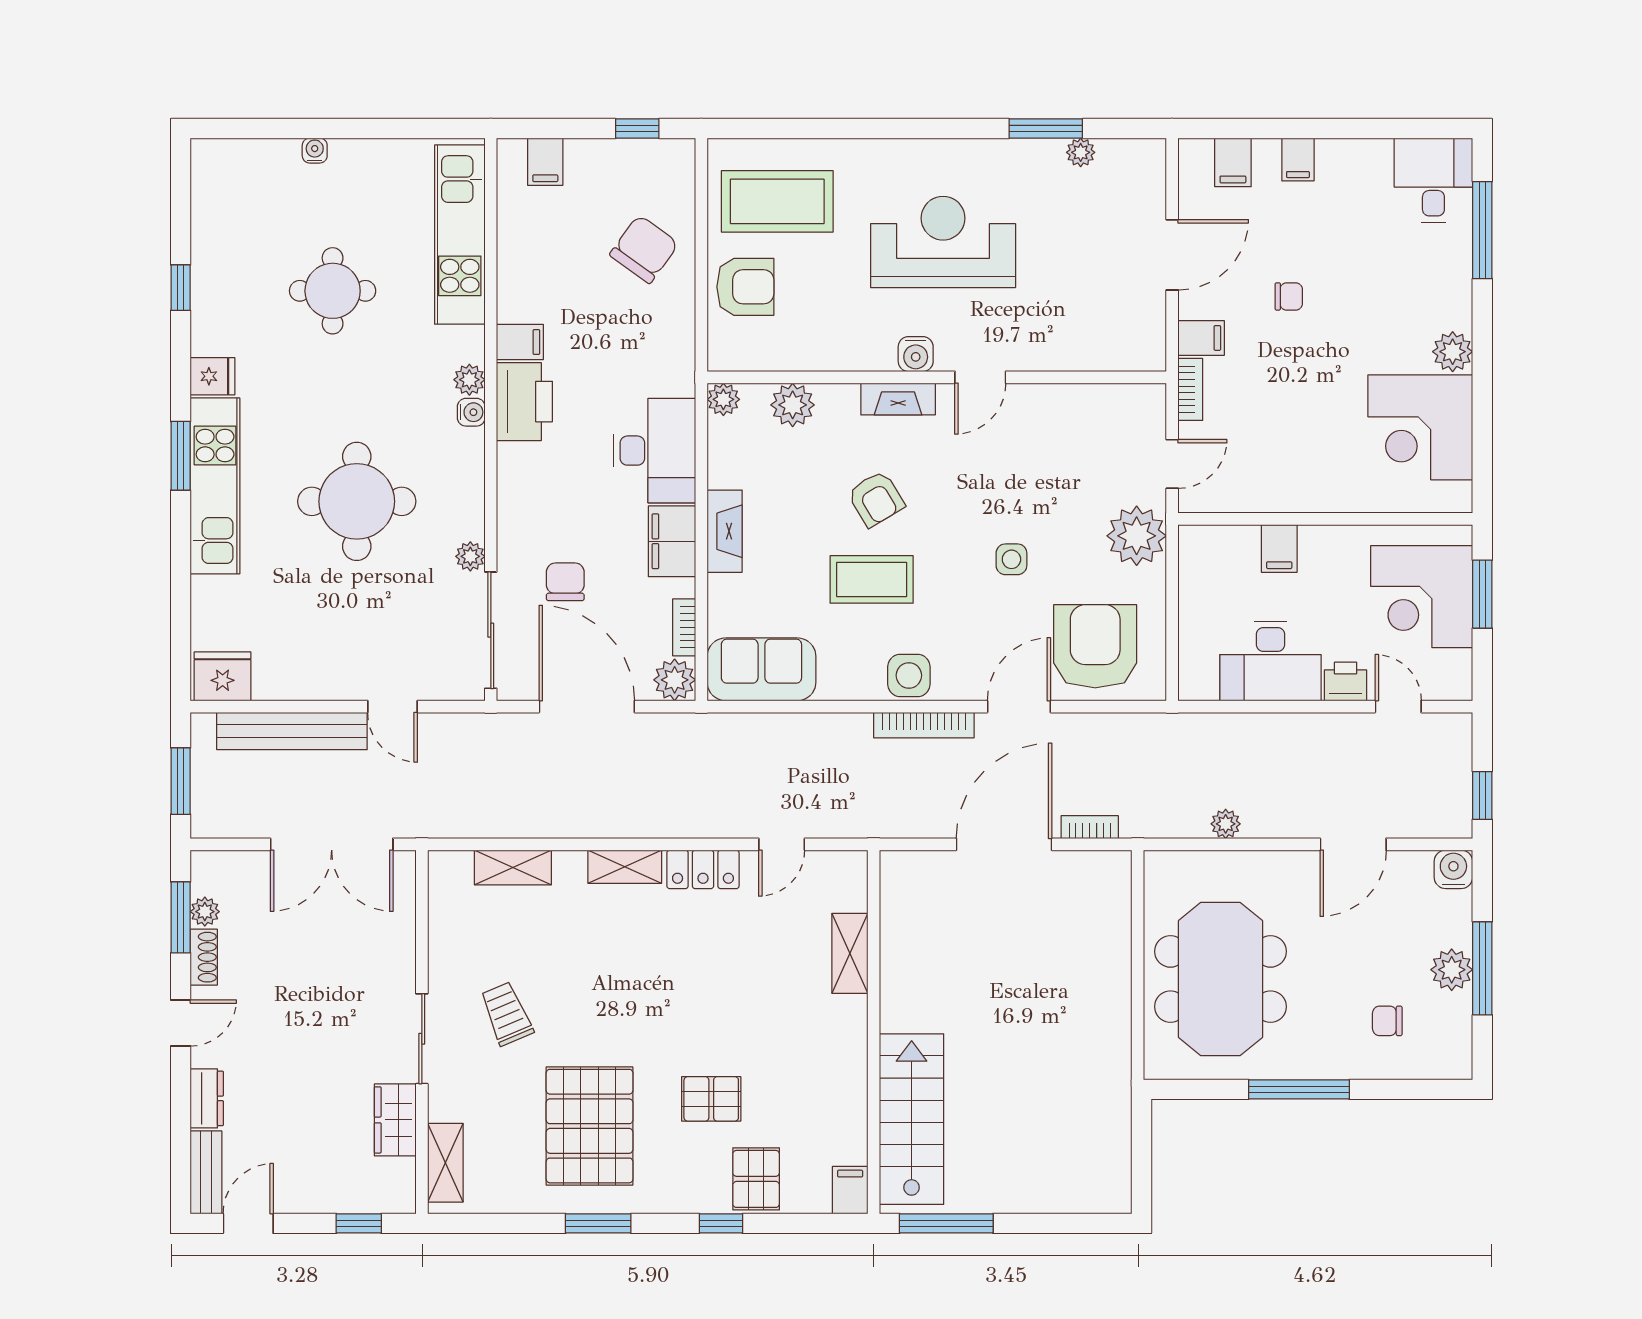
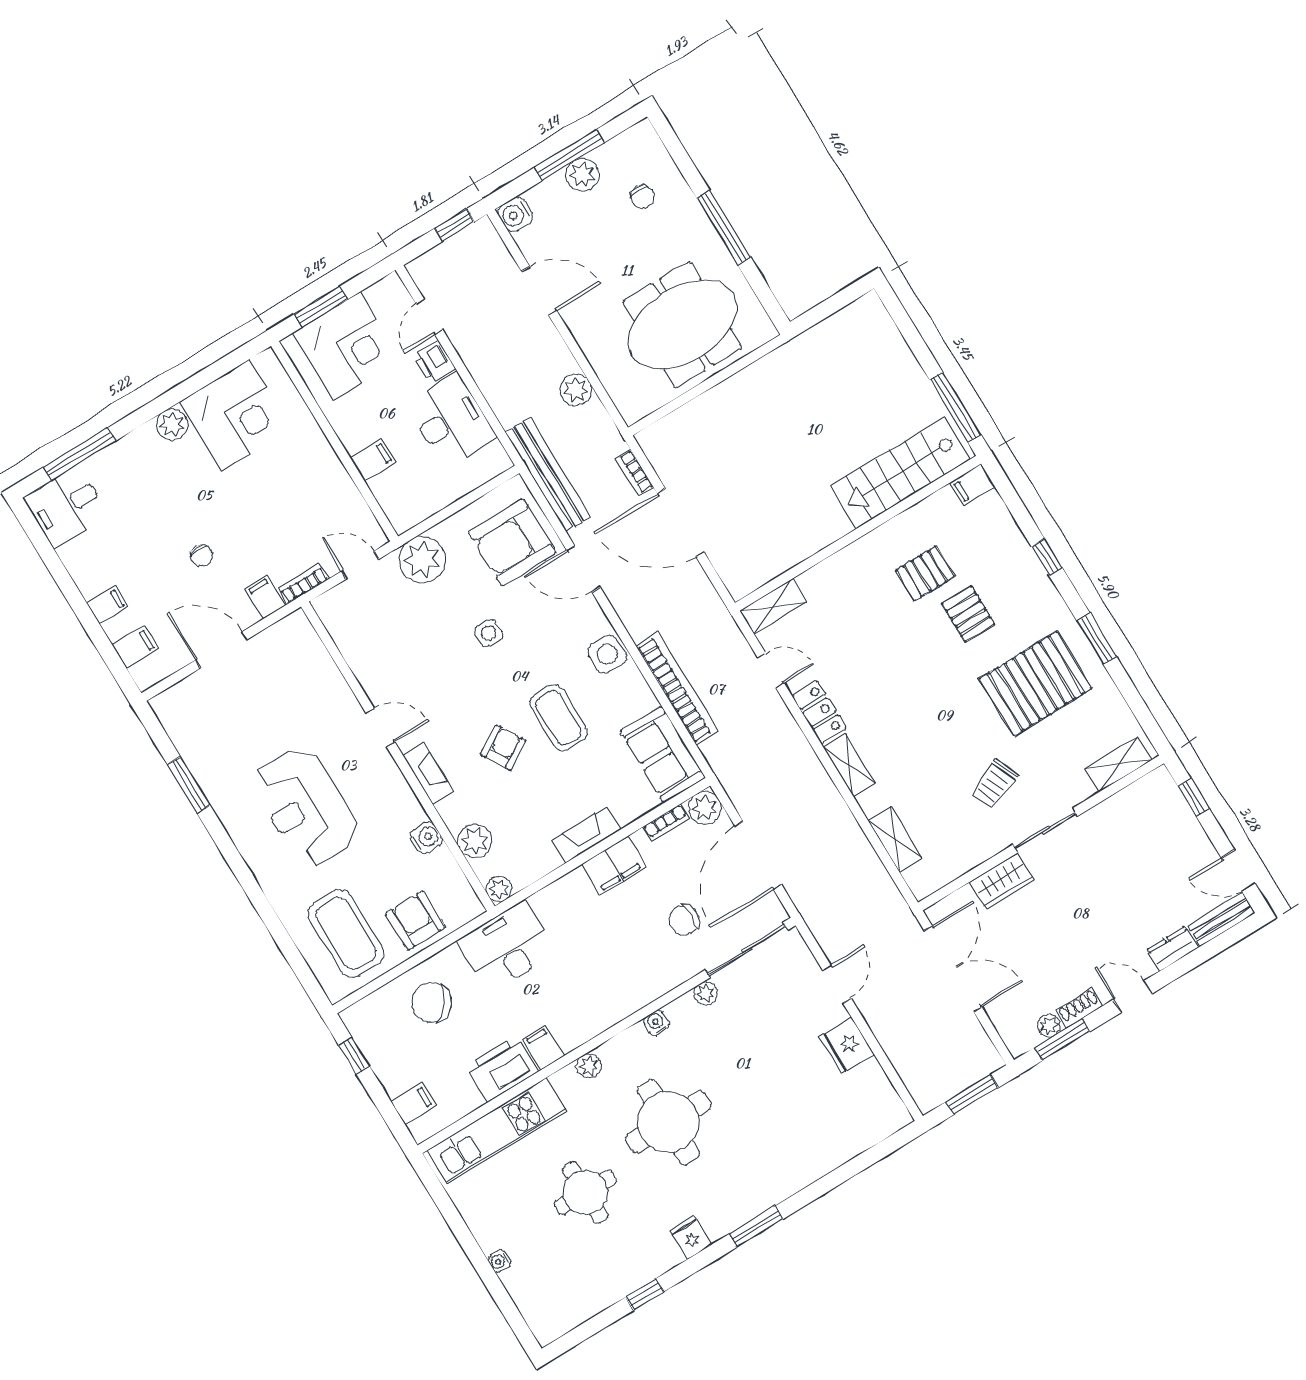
plant: (1081, 152) -> (190, 752), removed
chair: (1289, 296) -> (202, 556), turned 180
water cooler: (916, 354) -> (426, 838), moved
printer: (524, 402) -> (502, 1068), moved
water cooler: (471, 412) -> (656, 1023), moved
desk: (655, 451) -> (507, 947), moved
kitchen unit: (215, 486) -> (762, 1191), removed
round table: (357, 501) -> (668, 1122), moved
fridge: (223, 676) -> (847, 1045), moved
bookcase: (924, 725) -> (677, 689), moved, width x1.48, depth x1.31
bench: (292, 731) -> (548, 475), moved
plant: (1226, 824) -> (576, 390), width x1.38, depth x1.38
shelving: (850, 953) -> (773, 606), moved
wardrobe: (395, 1120) -> (1002, 881), moved
pallet: (756, 1179) -> (925, 573), moved

